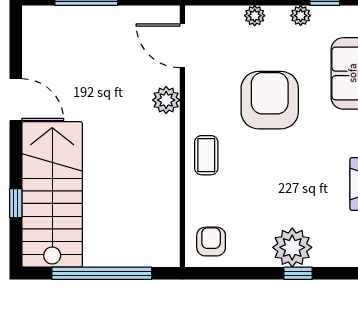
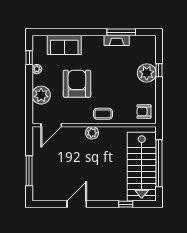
plant: (255, 16) -> (41, 95), width x1.87, depth x1.87
plant: (166, 100) -> (92, 133), moved
armchair: (270, 100) -> (77, 84), turned 90
stairs: (52, 194) -> (142, 167), moved, turned -90

